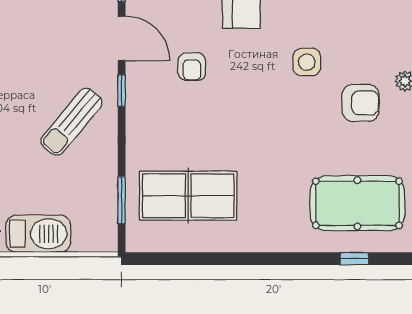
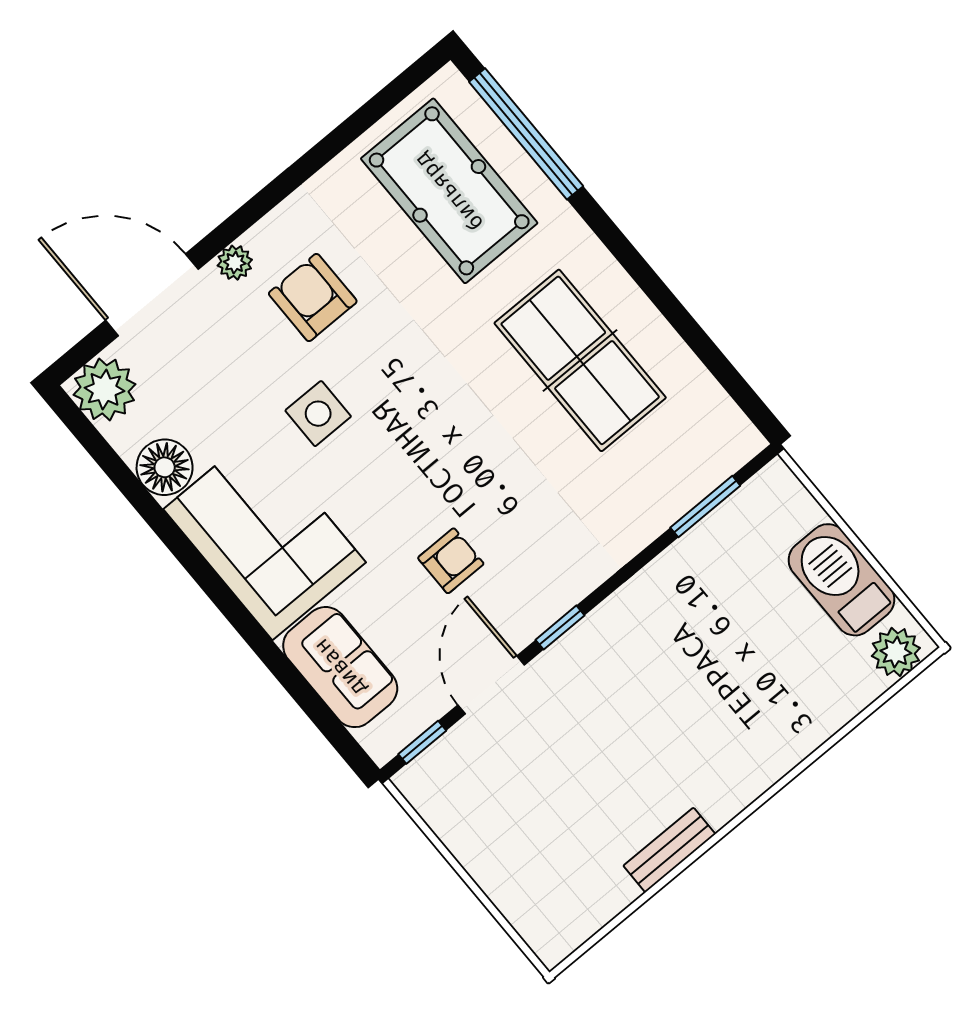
sun lounger: (72, 122) -> (657, 659), removed
table tennis table: (188, 196) -> (580, 360), moved
window: (354, 259) -> (526, 134), width x3.17

